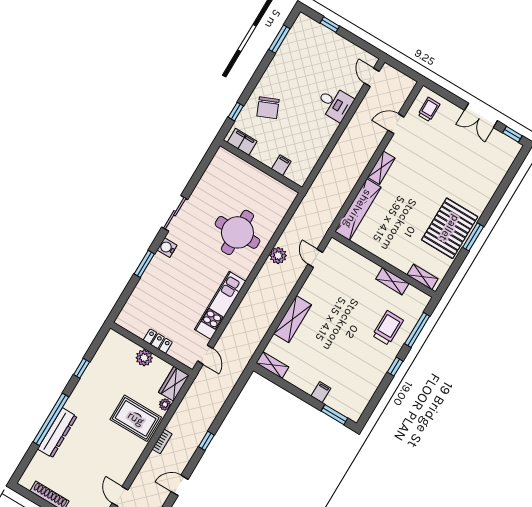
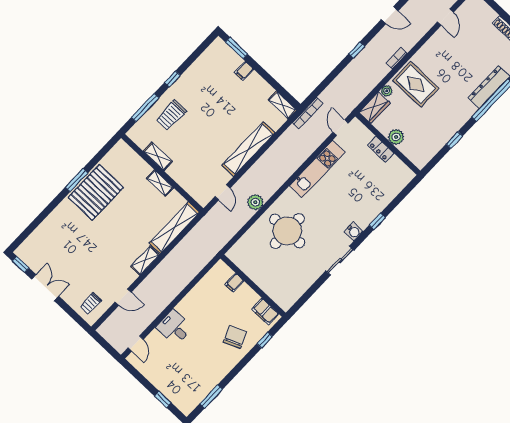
window: (144, 264) -> (377, 221), width x0.67
shelving: (423, 277) -> (160, 183), moved
shelving: (293, 319) -> (248, 149), width x1.47
bookcase: (244, 362) -> (308, 113), added

